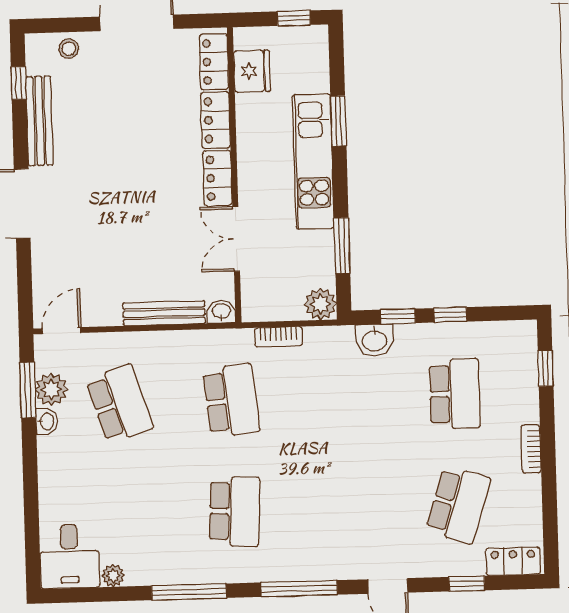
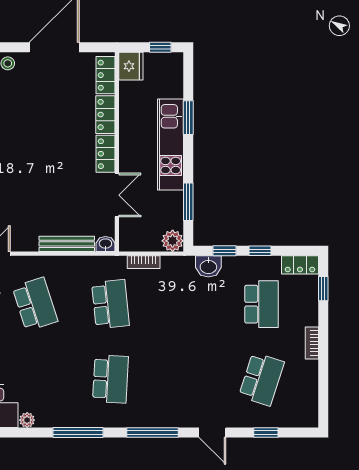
fridge: (252, 71) -> (131, 66), moved
double door: (236, 239) -> (117, 195), swing flipped
locker: (513, 561) -> (300, 265), moved, turned 180

